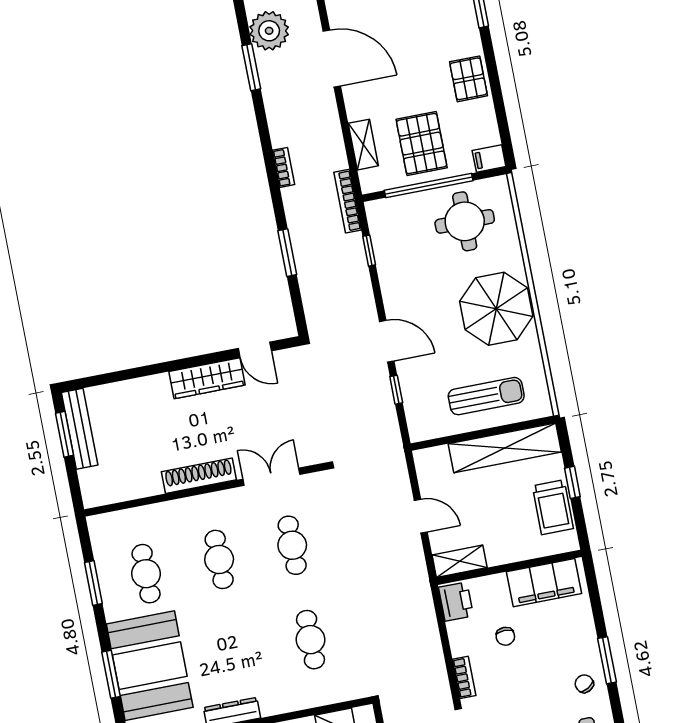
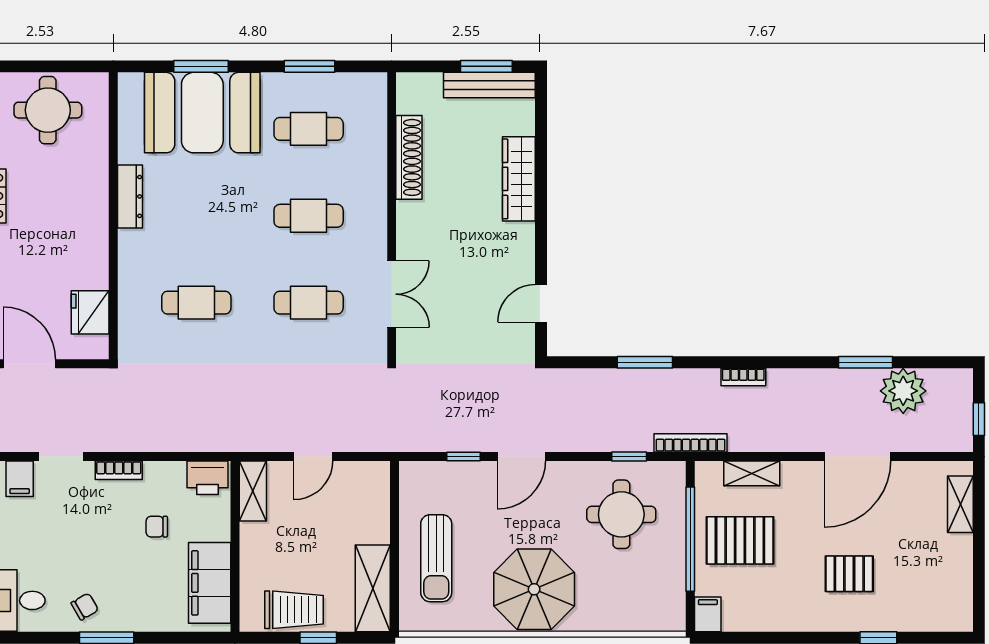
pallet: (469, 79) -> (849, 574), moved
round table: (465, 221) -> (621, 514), moved
wardrobe: (207, 378) -> (519, 179), moved
shelving: (505, 448) -> (373, 588), width x0.68
shoe rack: (199, 476) -> (409, 157), moved
trolley: (553, 507) -> (294, 610), turned 180

